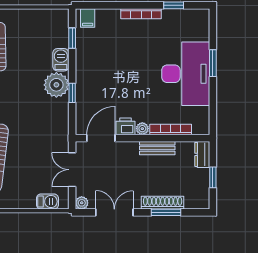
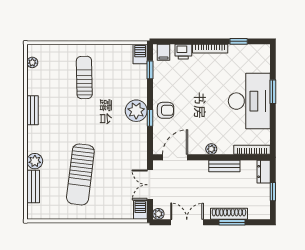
barbecue: (61, 60) -> (140, 54), moved
armchair: (90, 84) -> (166, 110), added
printer: (125, 126) -> (183, 52), moved, turned 180
bookcase: (171, 130) -> (252, 150), moved
barbecue: (47, 202) -> (140, 210), moved, turned -90

